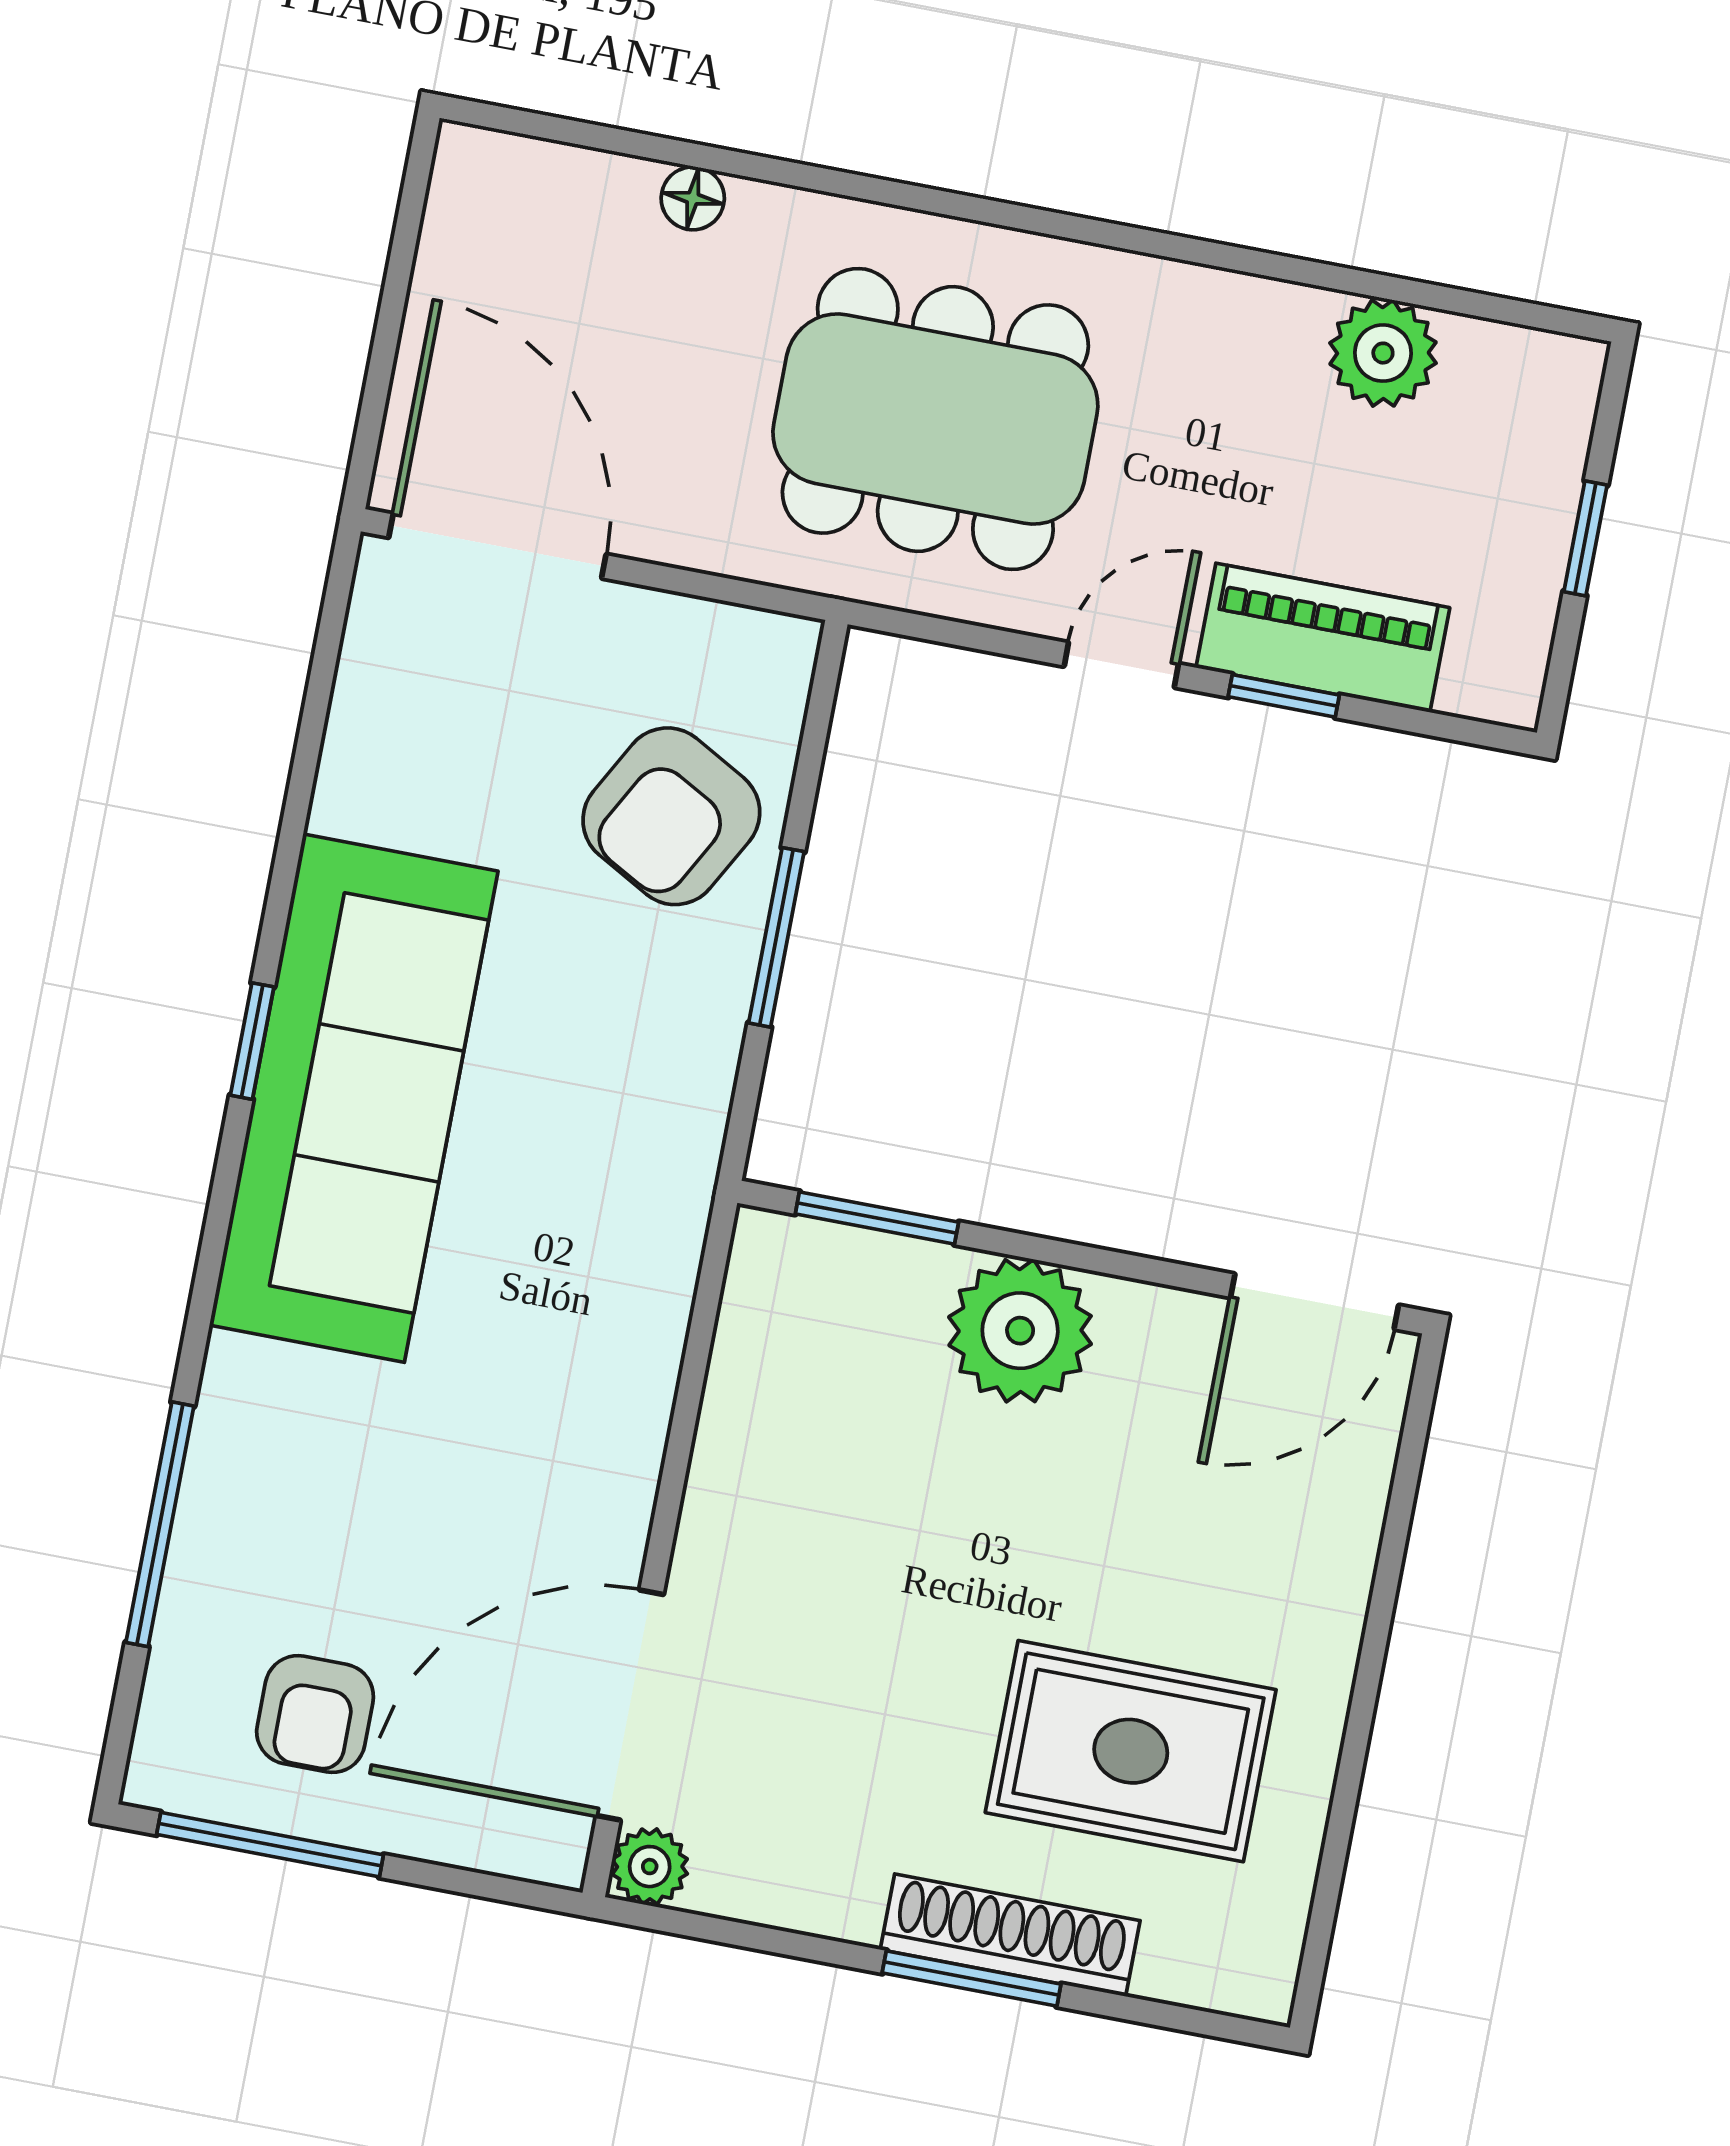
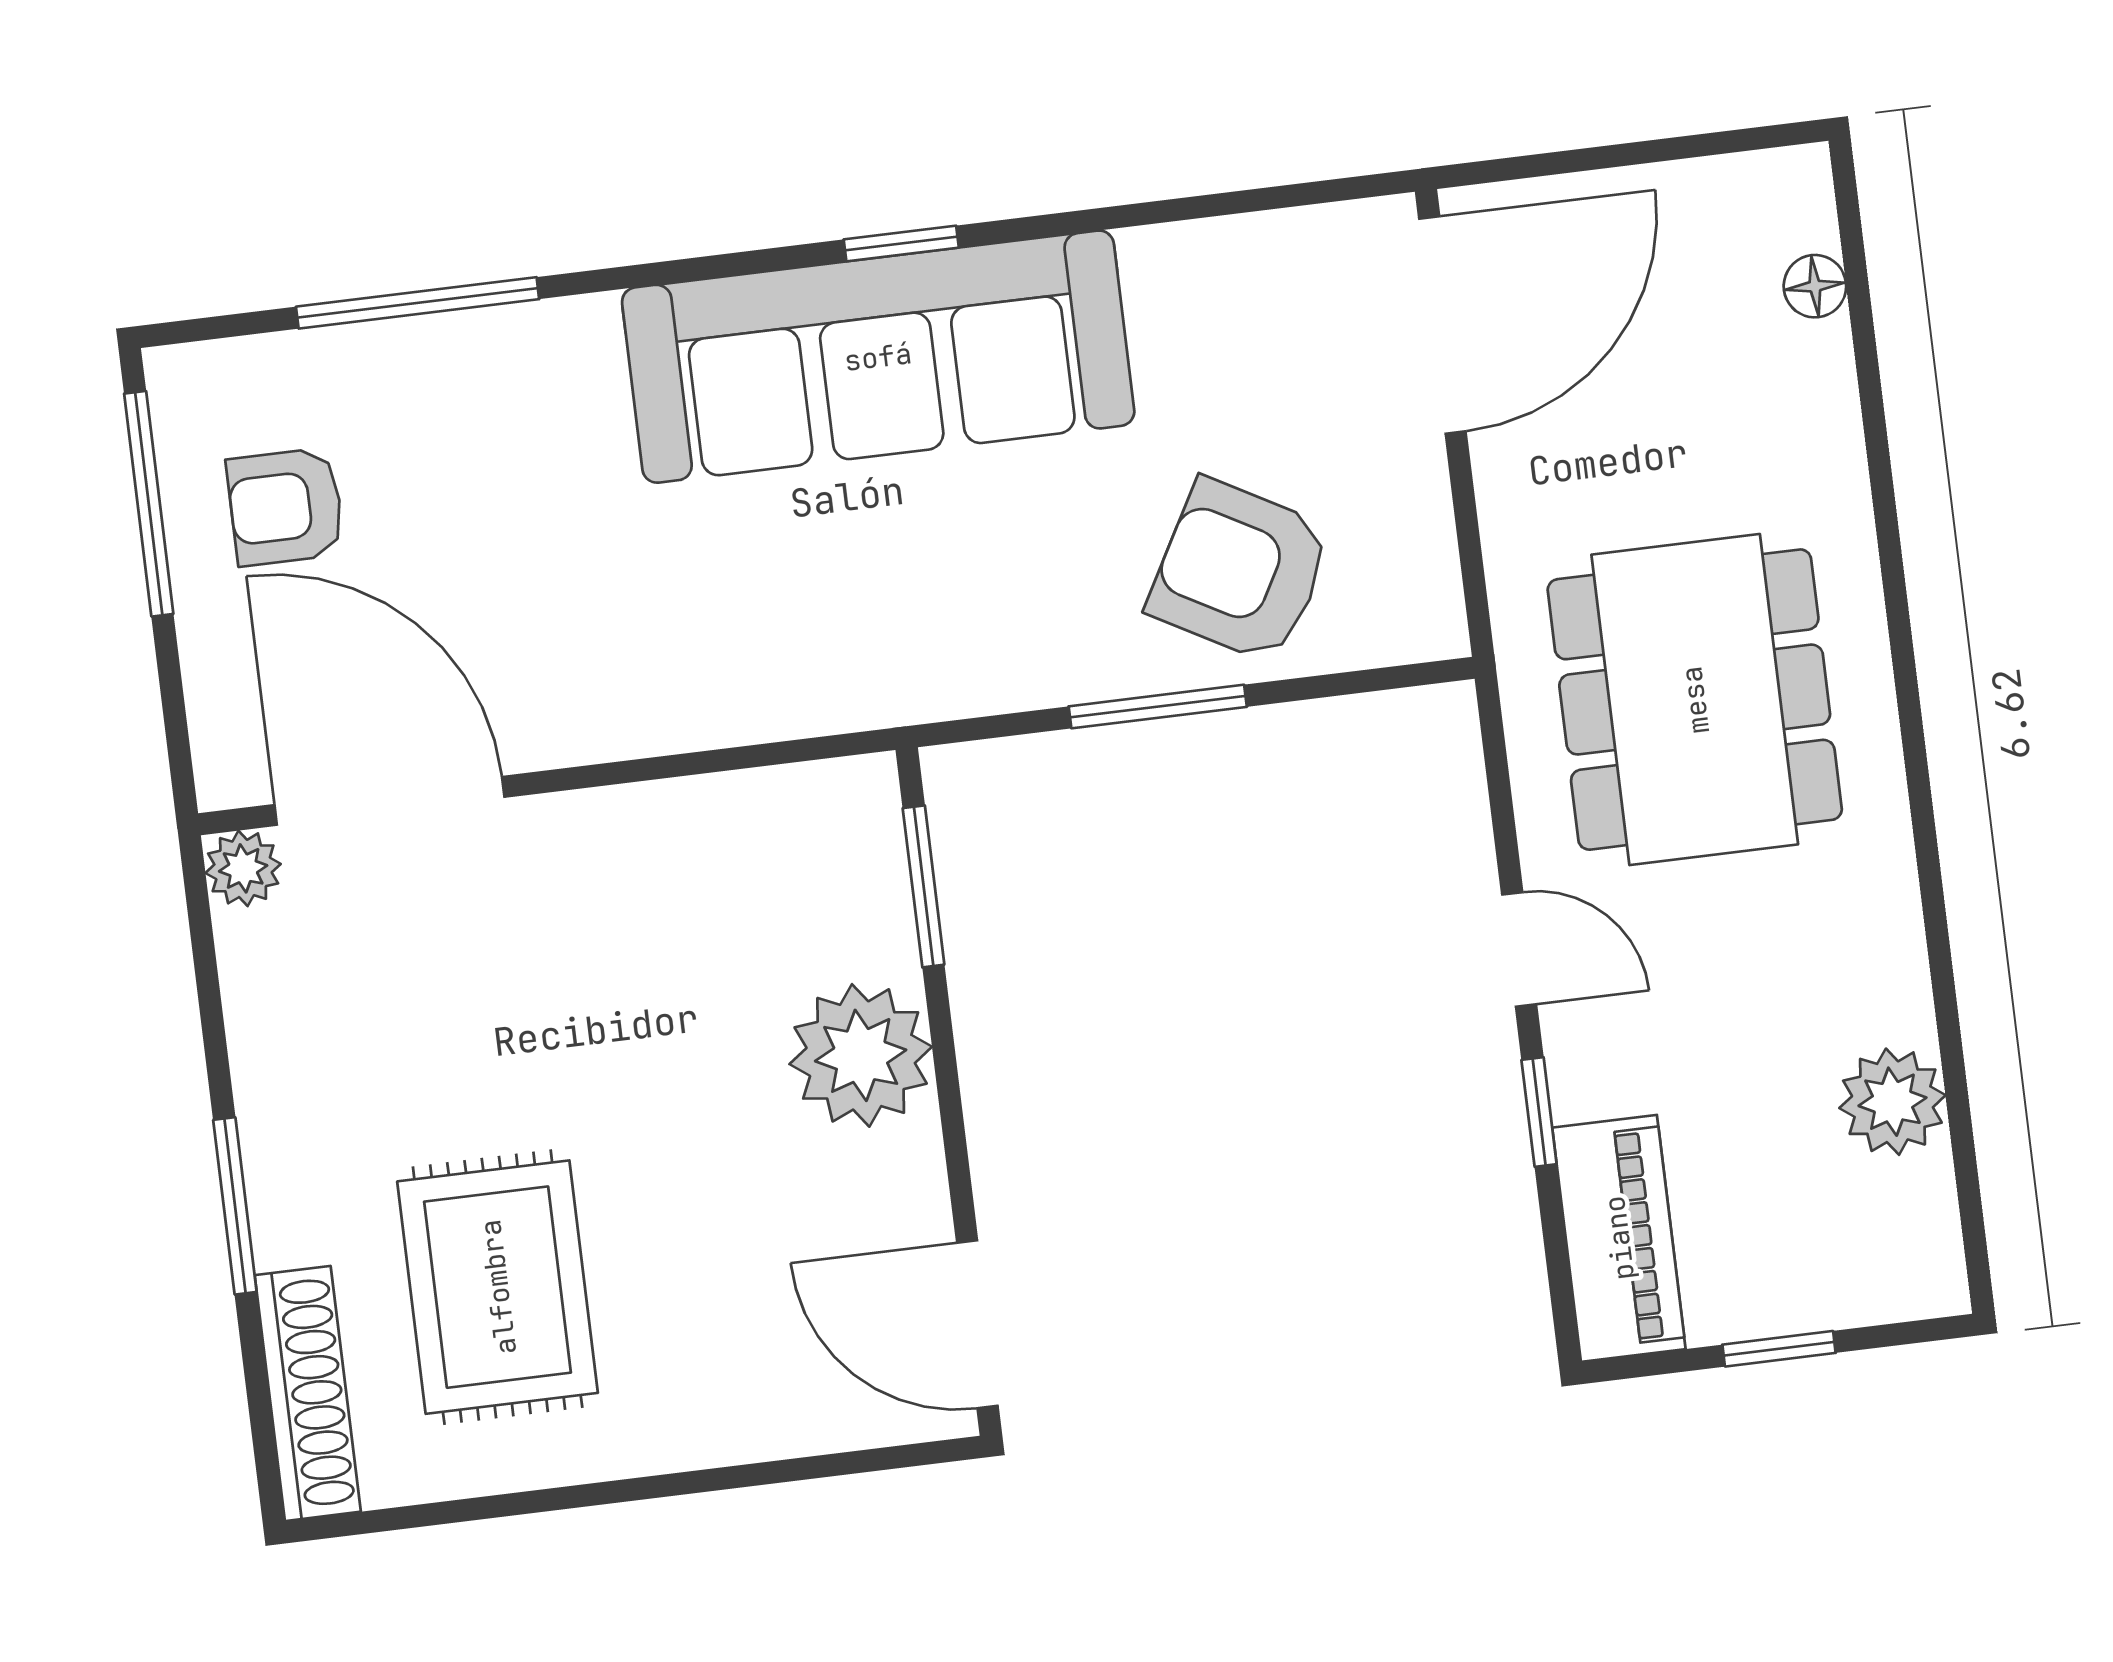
floor lamp: (693, 198) -> (1815, 286), moved
piano: (1323, 638) -> (1619, 1238), moved
shoe rack: (1010, 1935) -> (308, 1393), moved

